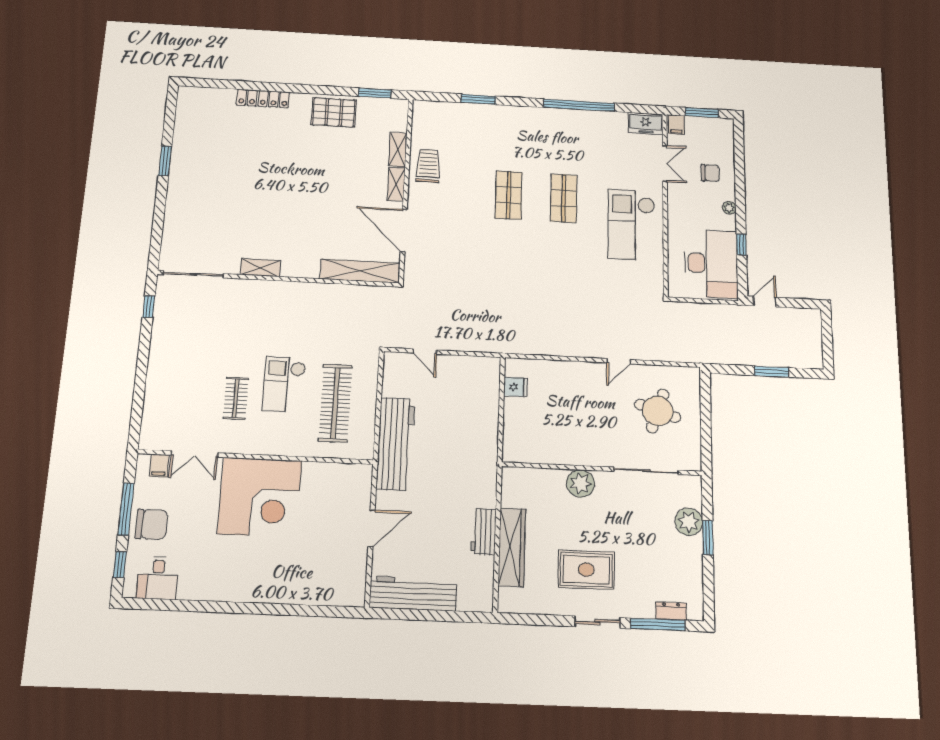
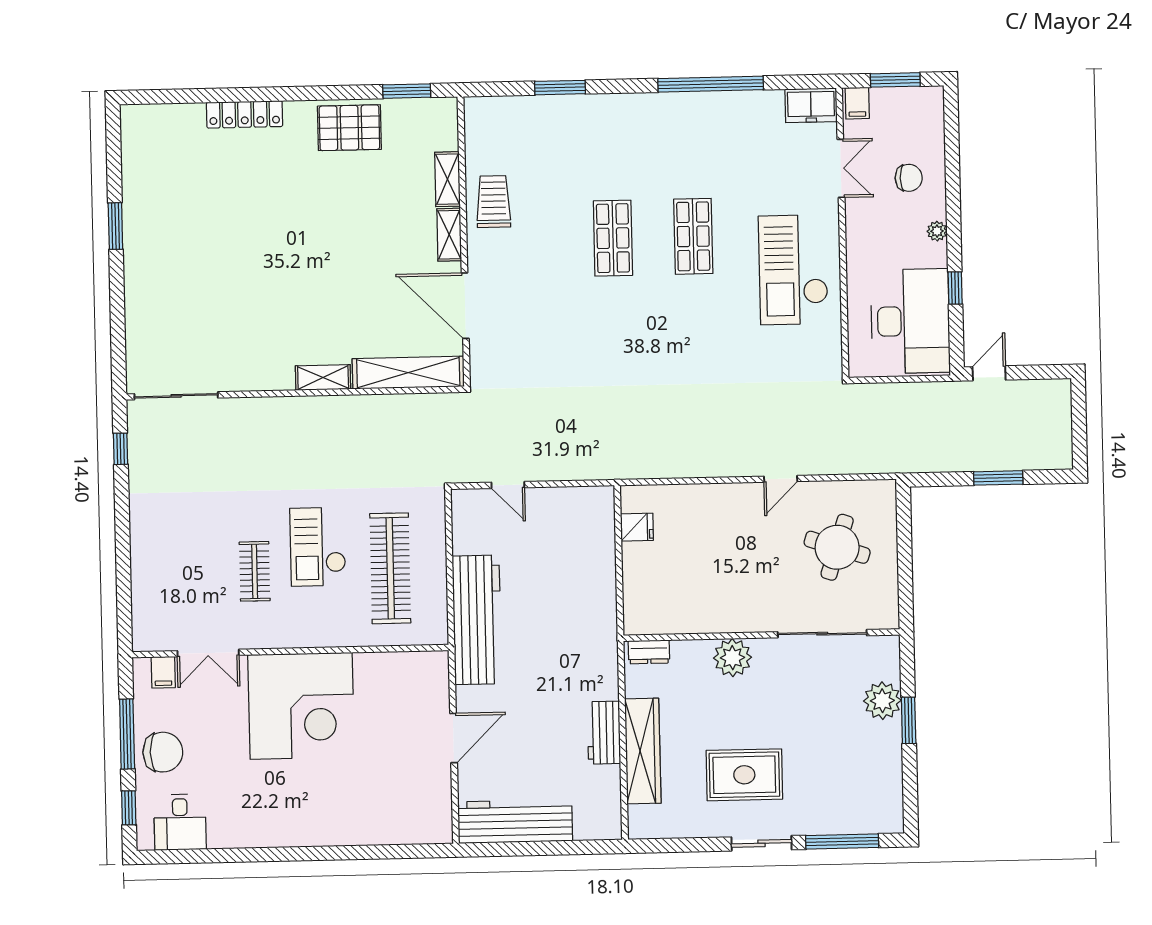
shelving: (260, 268) -> (323, 377), moved
dresser: (671, 611) -> (649, 652), moved, turned 180

